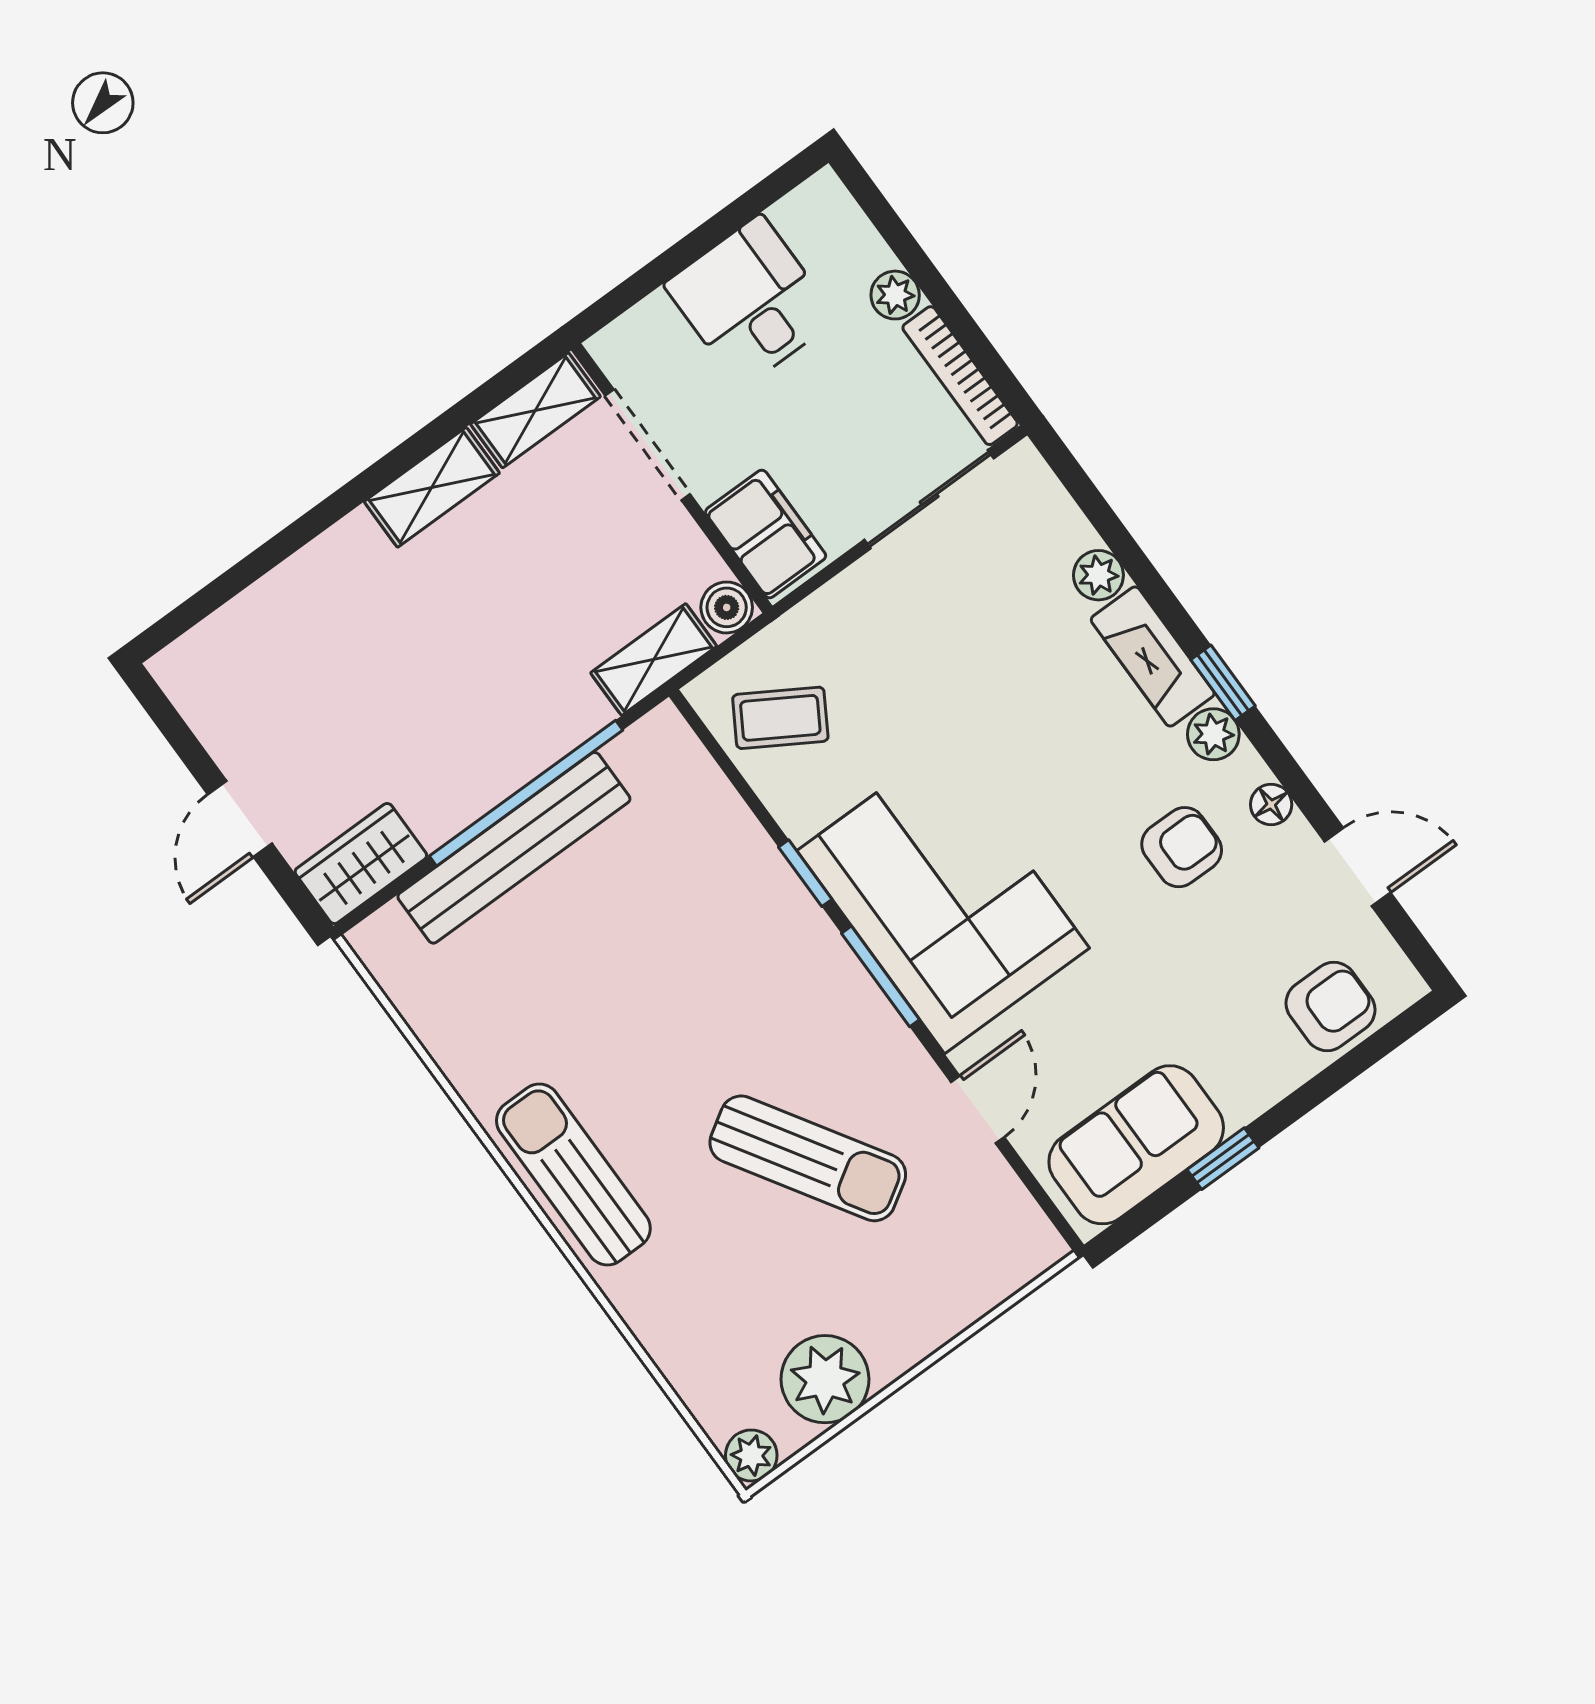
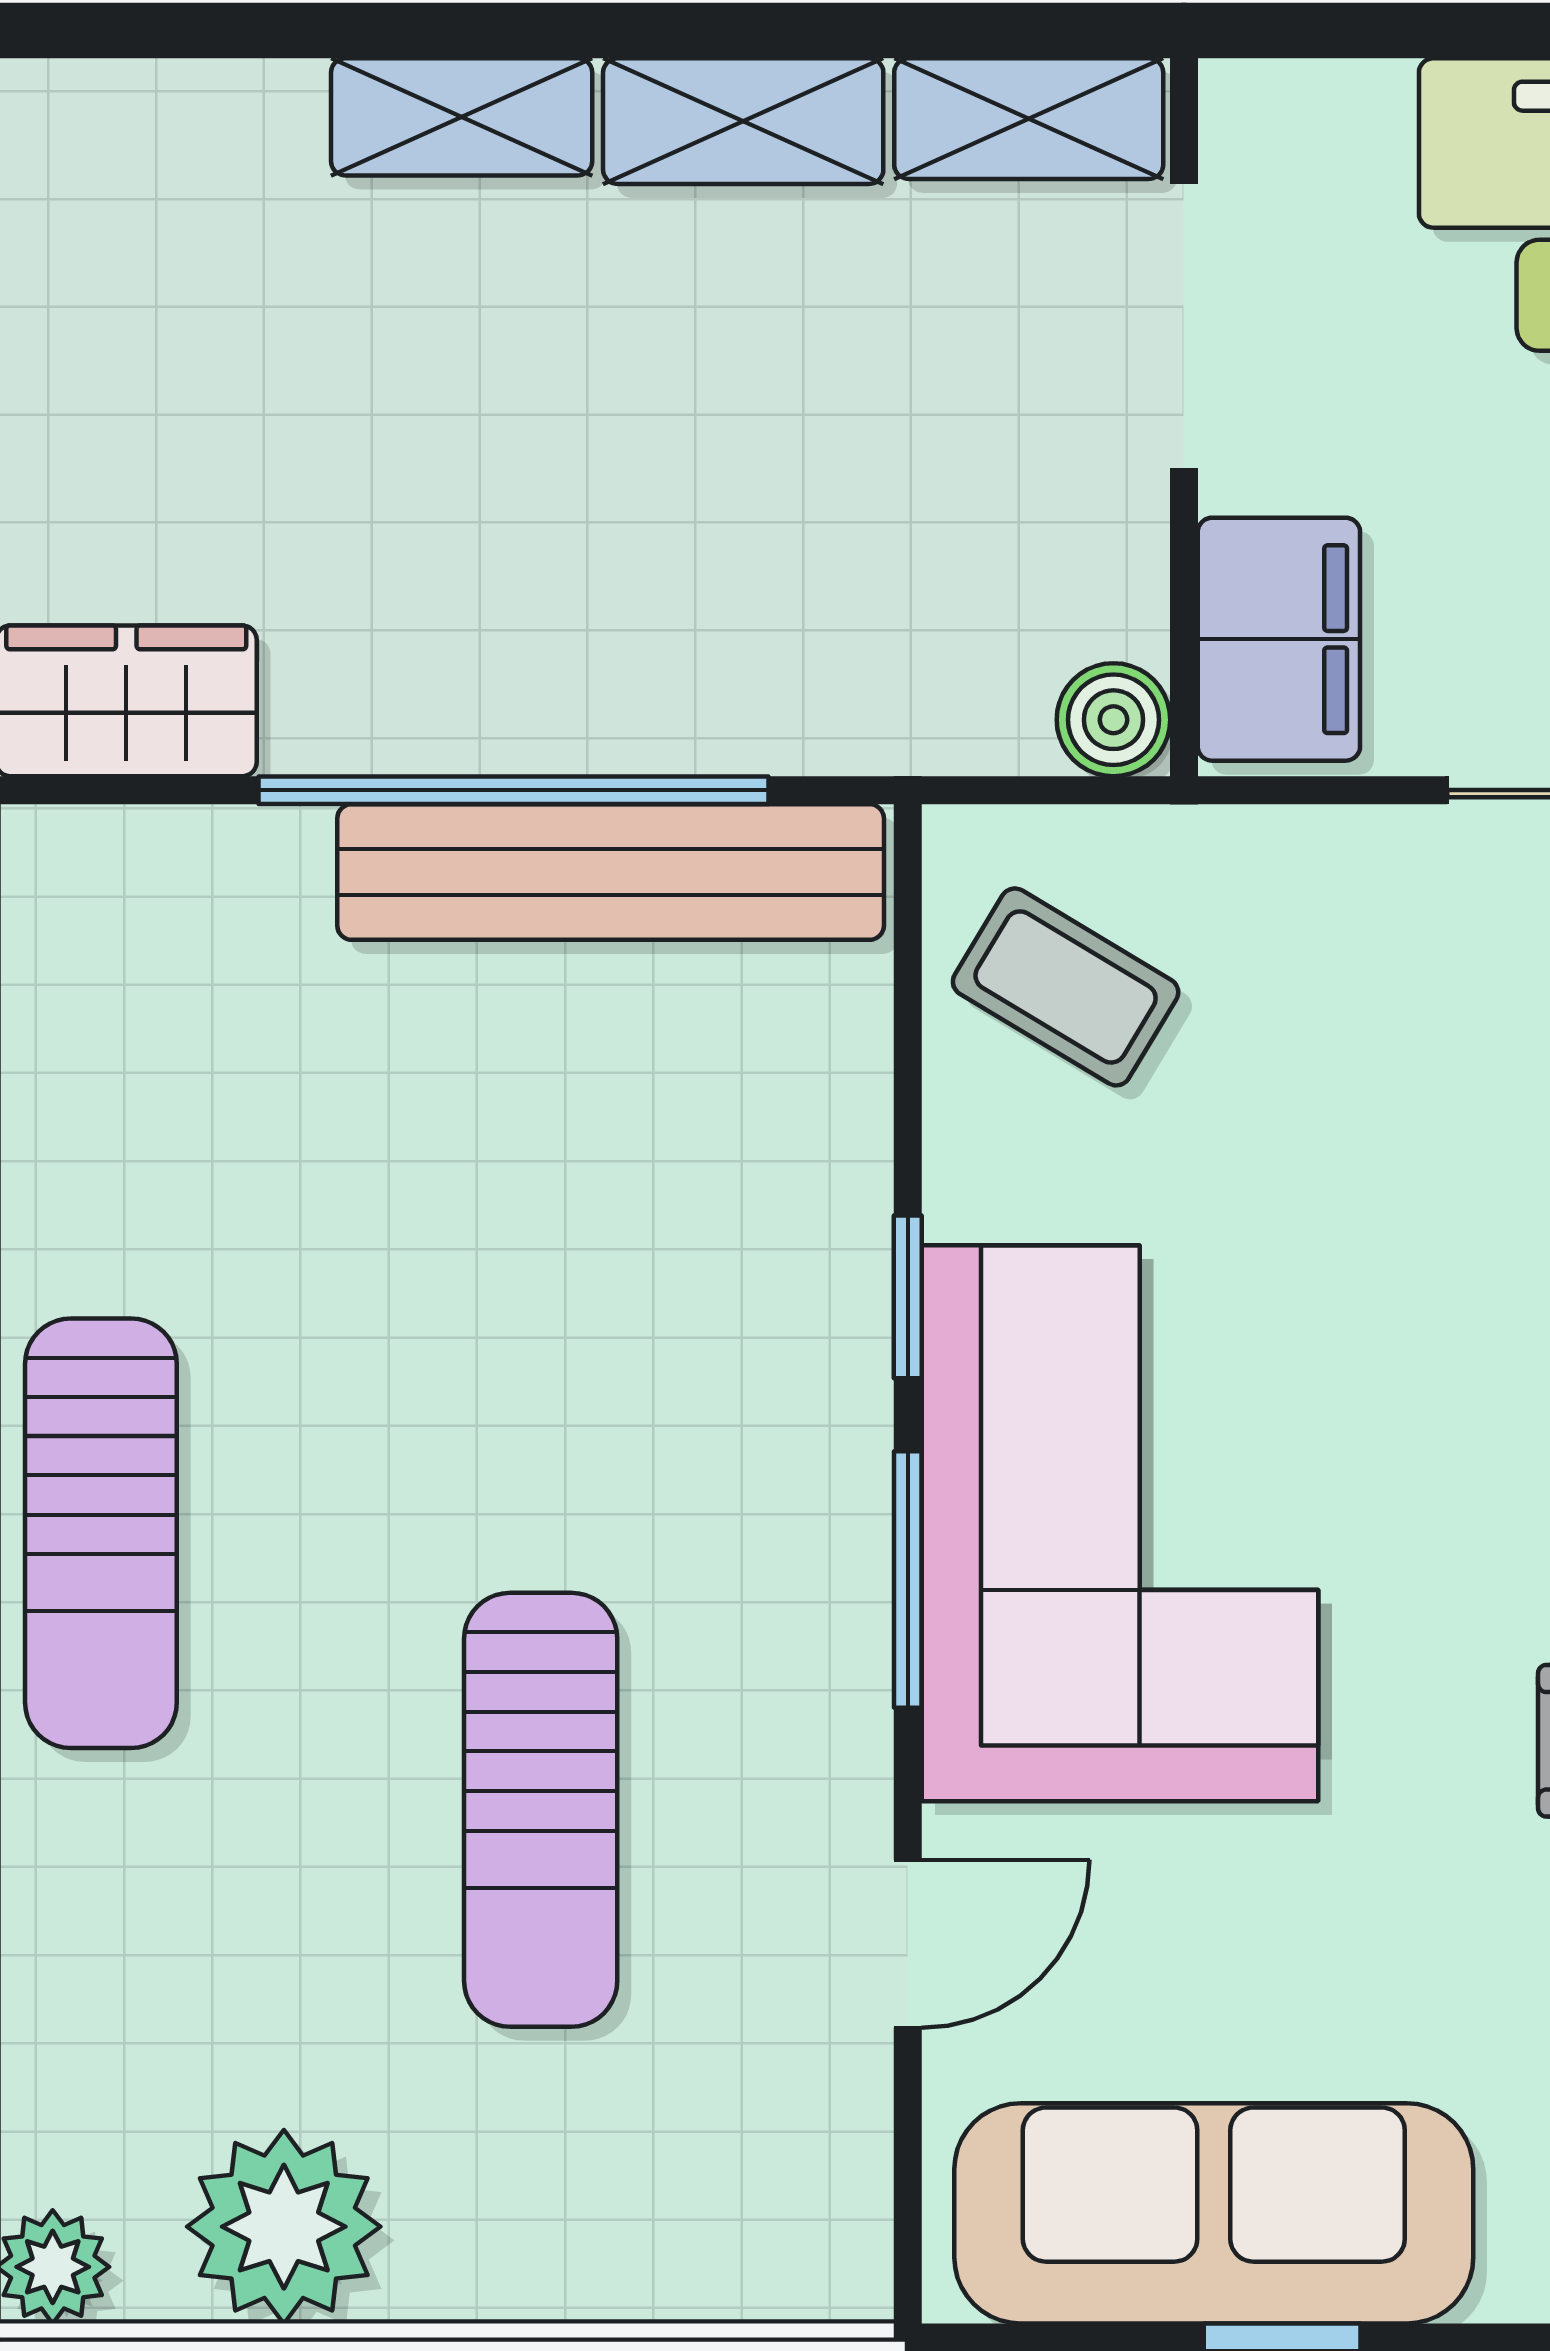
shelving: (654, 660) -> (462, 117), moved
bench: (514, 848) -> (611, 872), moved
sofa: (1136, 1145) -> (1214, 2213), width x1.36
sun lounger: (808, 1158) -> (541, 1810), turned 32
sun lounger: (573, 1175) -> (101, 1533), turned 180

